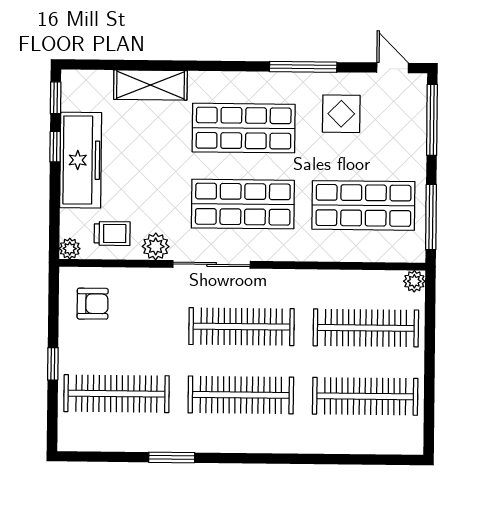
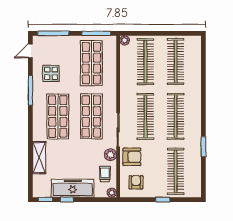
armchair: (150, 295) -> (132, 157), added

